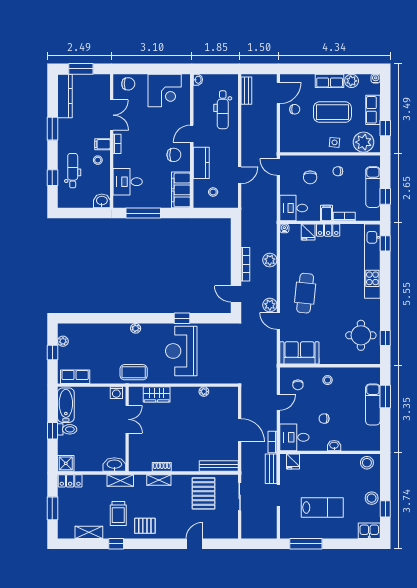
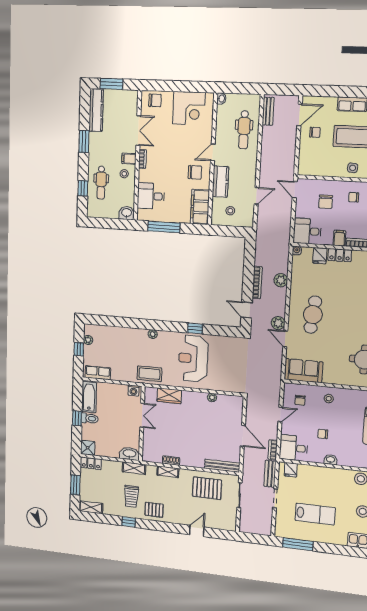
dental chair: (73, 171) -> (101, 183), turned 180
pallet: (203, 493) -> (207, 488), turned 90
shelving: (89, 532) -> (91, 507), moved

